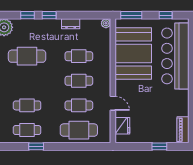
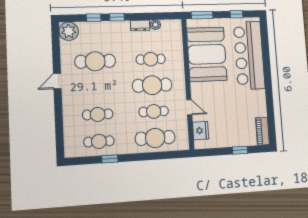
plant: (106, 23) -> (155, 25), moved
cafe table: (79, 81) -> (152, 85), width x1.37, depth x1.35

